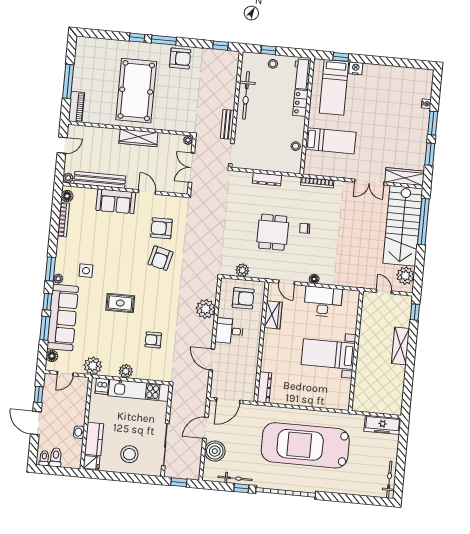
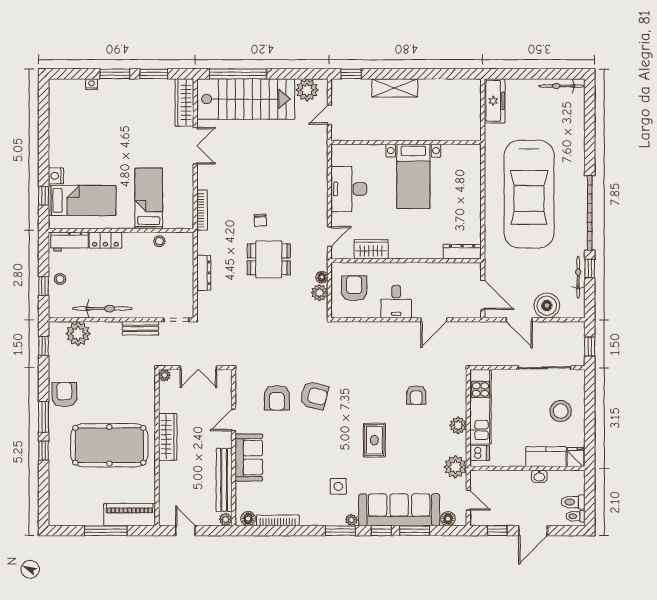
piano: (76, 107) -> (130, 515), width x1.37, depth x1.33
floor lamp: (314, 279) -> (322, 277), moved
plant: (206, 309) -> (78, 334), moved

